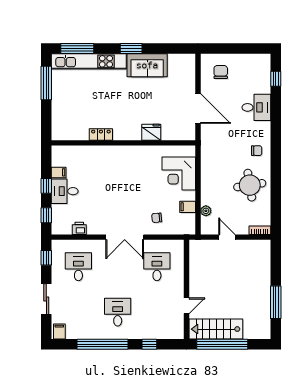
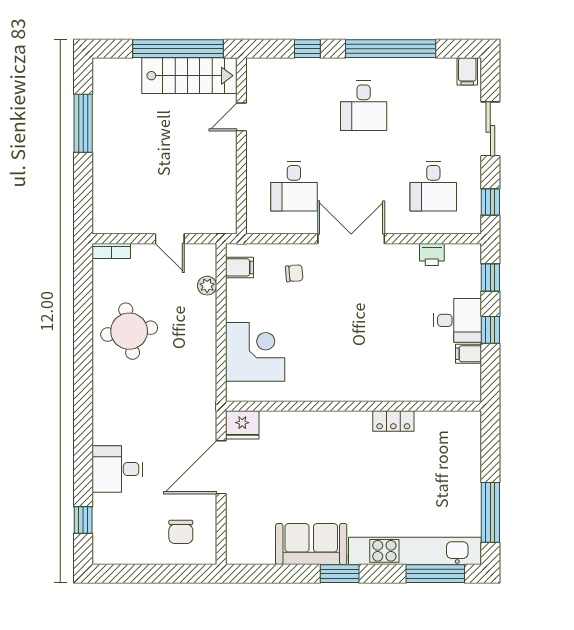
door: (198, 108) -> (221, 467), hinge flipped
fridge: (151, 132) -> (242, 425), moved
chair: (257, 151) -> (117, 392), removed
filing cabinet: (188, 207) -> (239, 267), moved

